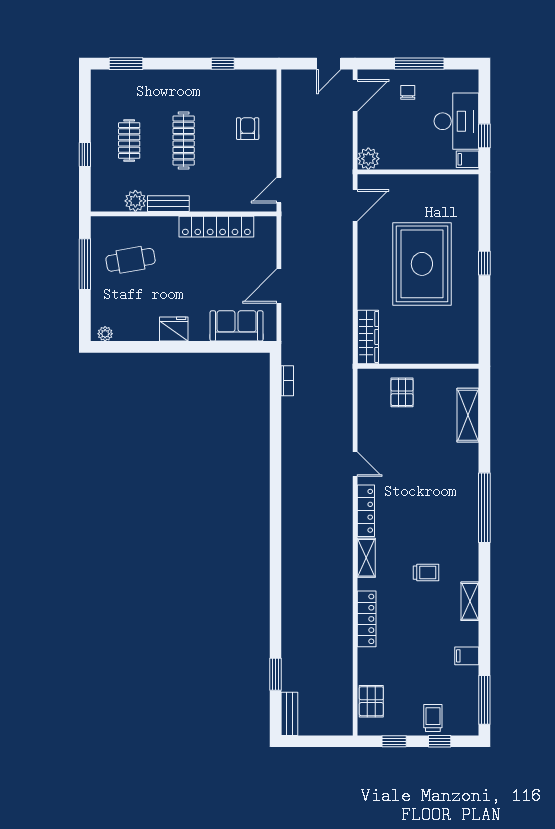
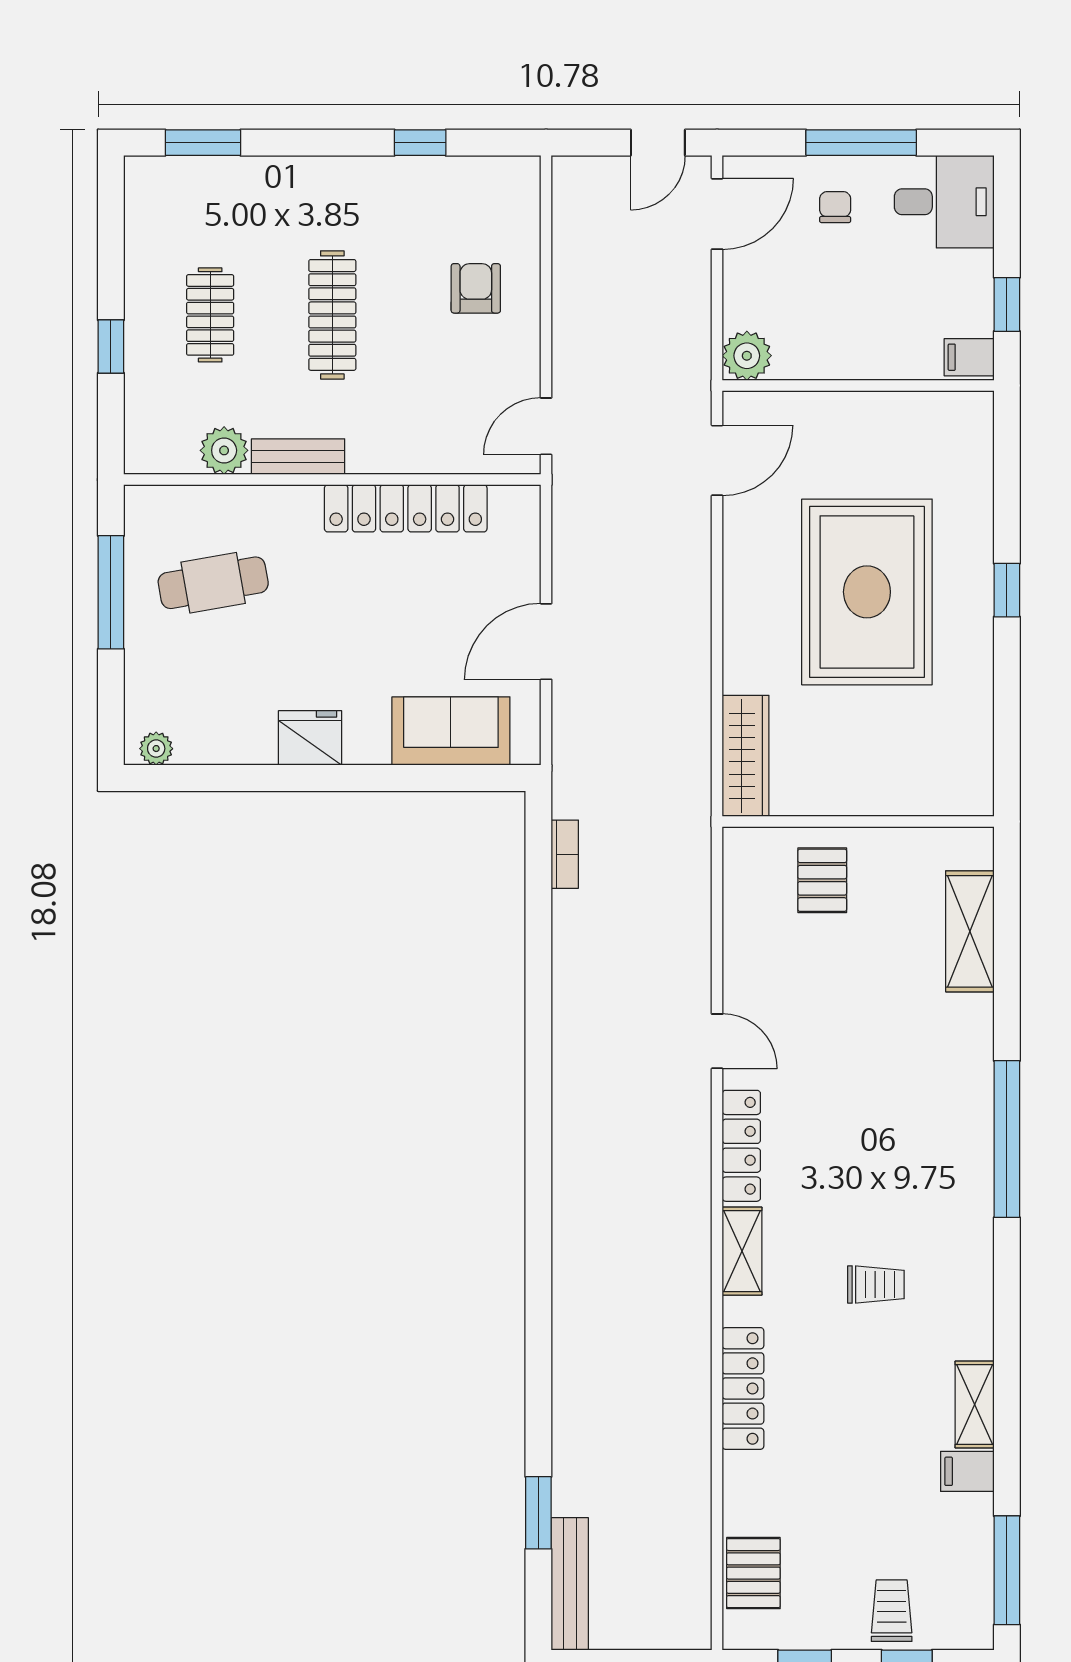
desk: (456, 121) -> (944, 202), moved, width x0.73
shelving: (470, 601) -> (975, 1405), moved
bench: (289, 714) -> (570, 1584), width x1.36

